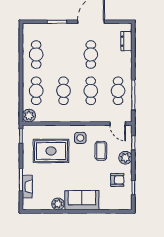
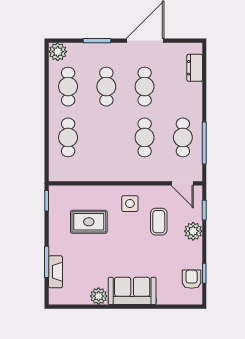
cafe table: (63, 91) -> (106, 87), moved
plant: (29, 116) -> (58, 52), moved
rug: (51, 151) -> (89, 222), width x0.73, depth x0.70
armchair: (117, 180) -> (192, 279), moved, turned -90

